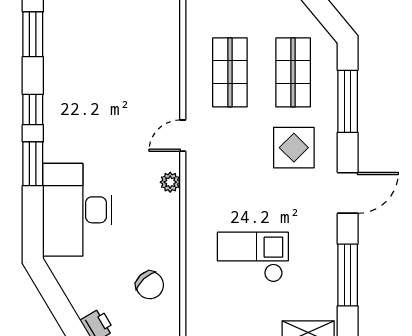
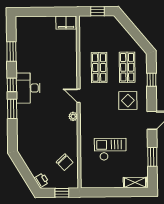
window: (348, 101) -> (151, 80), width x0.46
door: (183, 136) -> (79, 96), hinge flipped
desk: (77, 210) -> (28, 88), moved, width x0.73, depth x0.77
window: (348, 275) -> (152, 157), width x0.69

